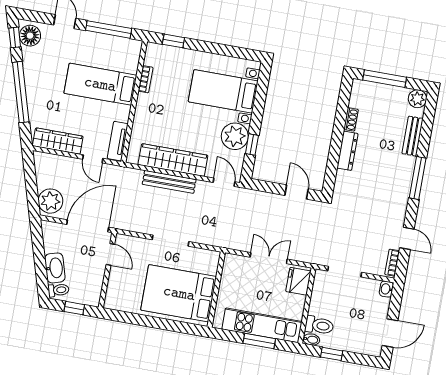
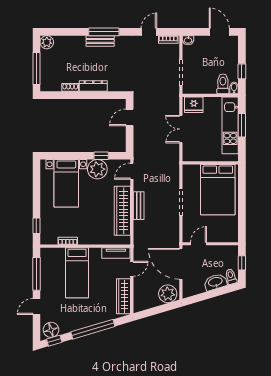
bench: (413, 136) -> (100, 41), moved
bench: (169, 182) -> (139, 206), width x0.73

